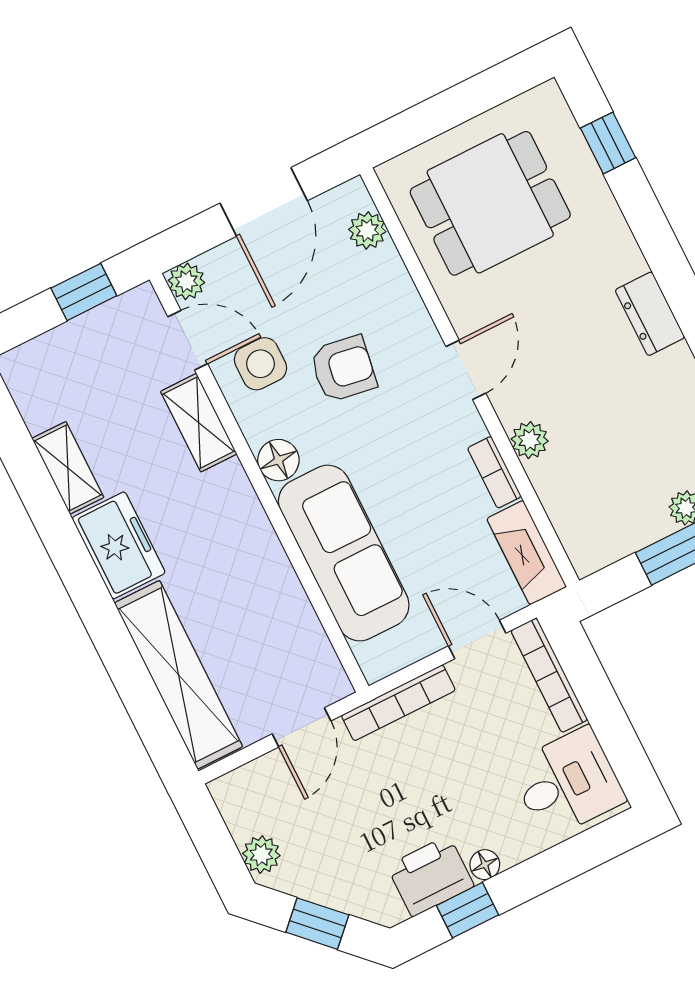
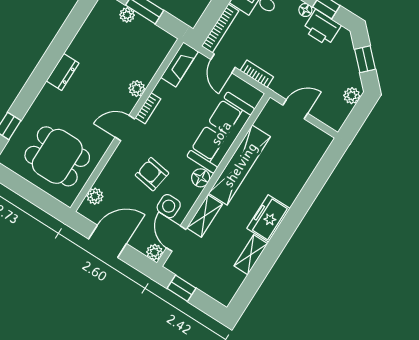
bookcase: (494, 472) -> (148, 108), moved
shelving: (178, 675) -> (240, 165), moved
bookcase: (398, 703) -> (257, 74), width x0.64

